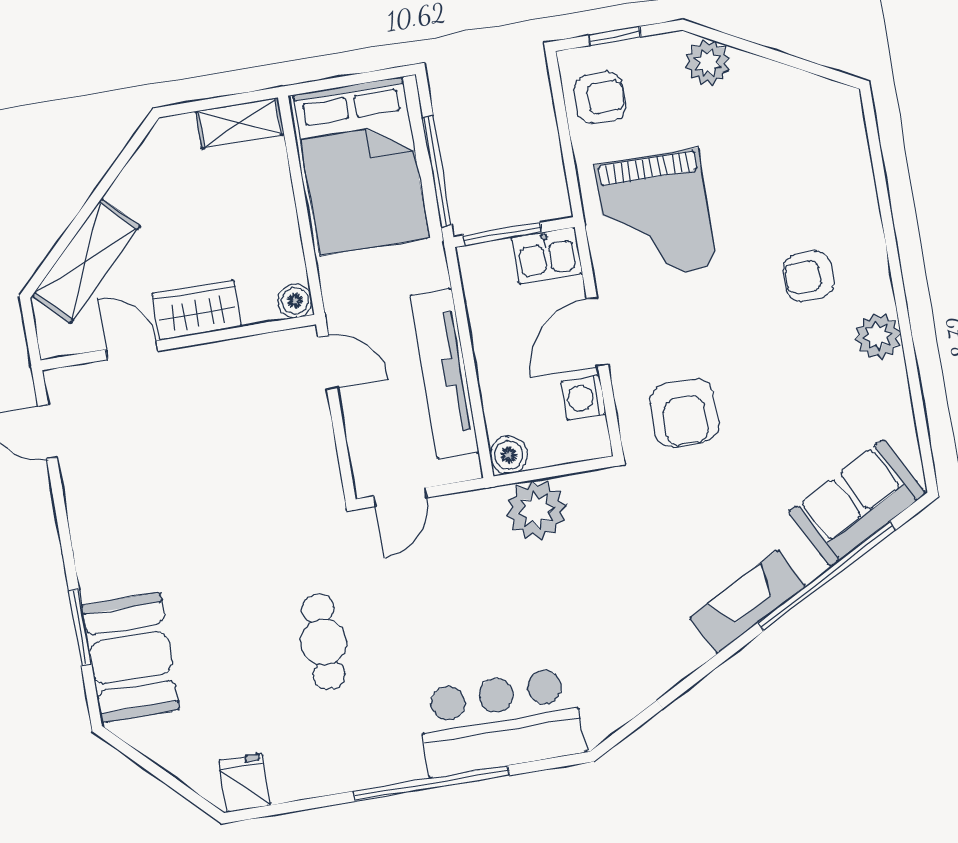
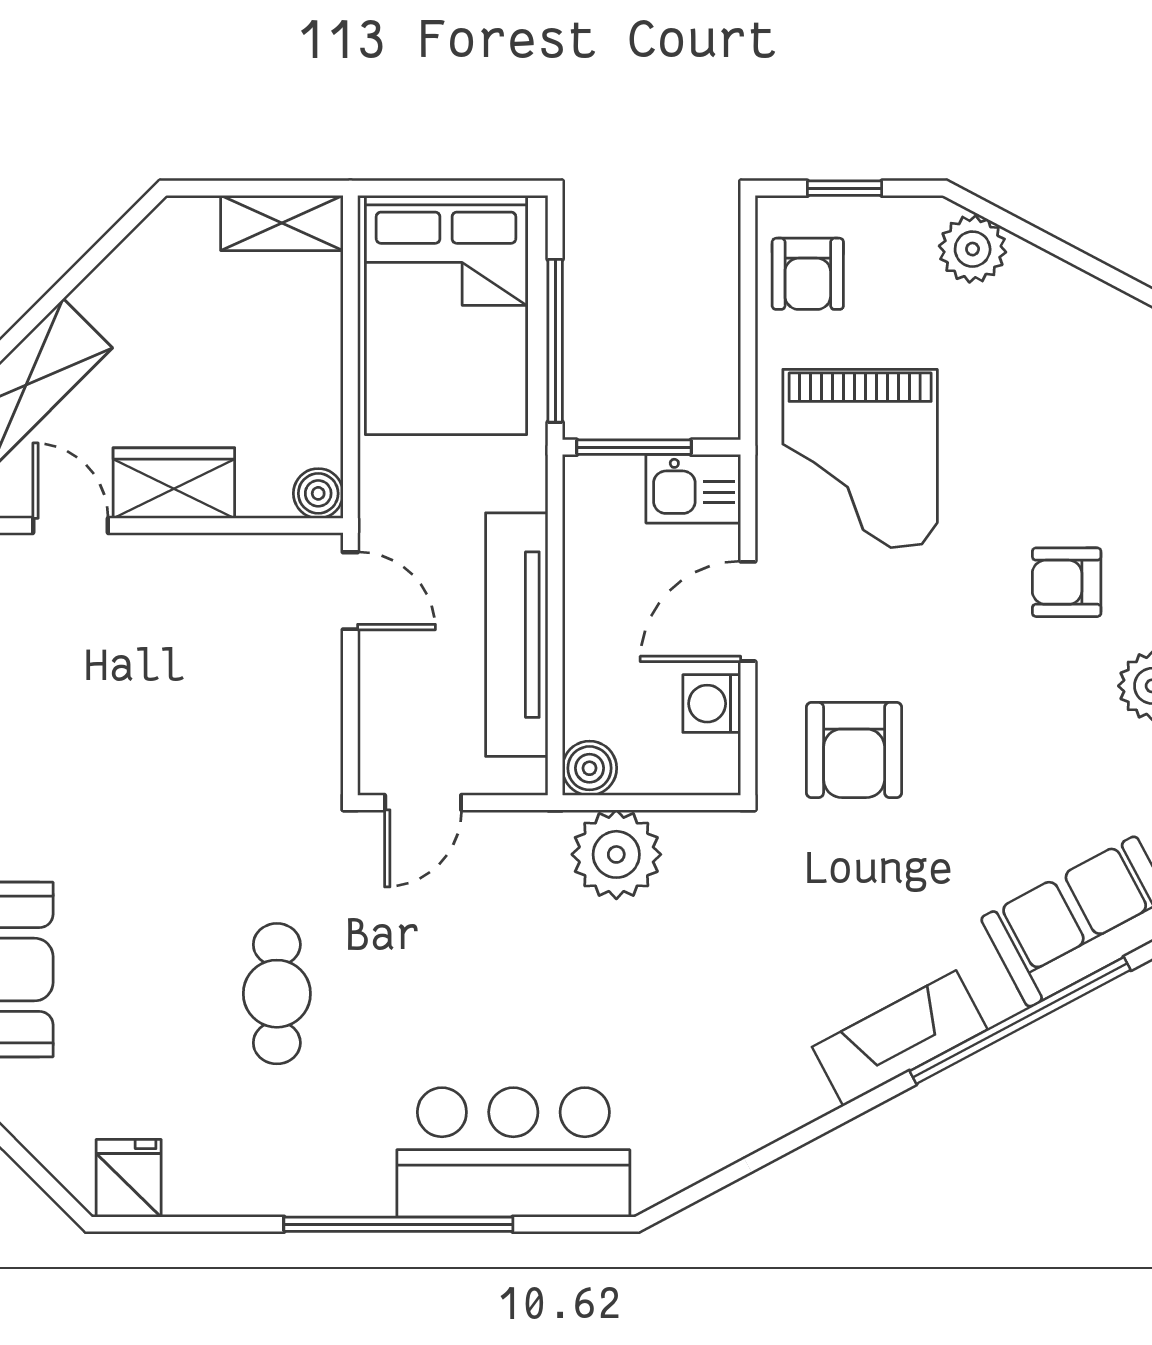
armchair: (600, 98) -> (808, 274), turned 90

